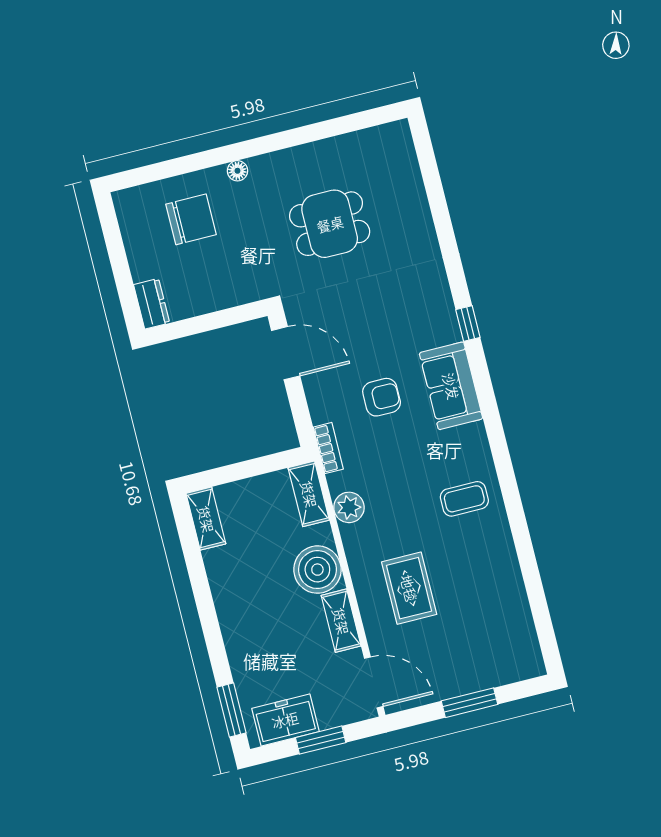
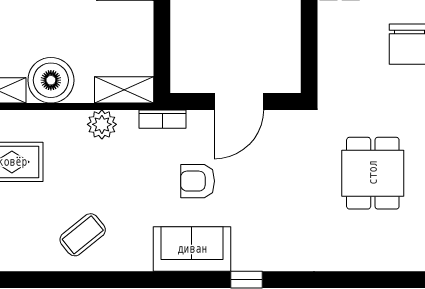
door: (286, 353) -> (239, 101), moved
armchair: (382, 397) -> (198, 181), turned 90
coffee table: (464, 499) -> (83, 235), turned 51

